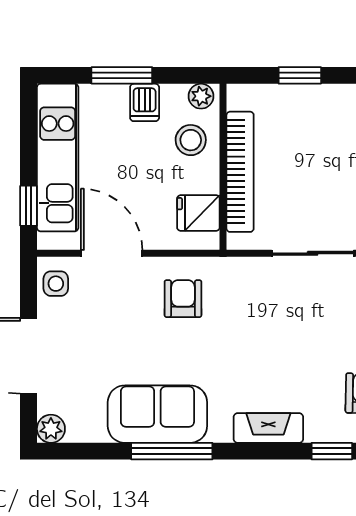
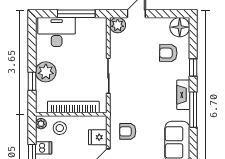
plant: (322, 107) -> (46, 72), added
fridge: (198, 213) -> (98, 137), moved, turned 90
window: (172, 451) -> (193, 110), moved

